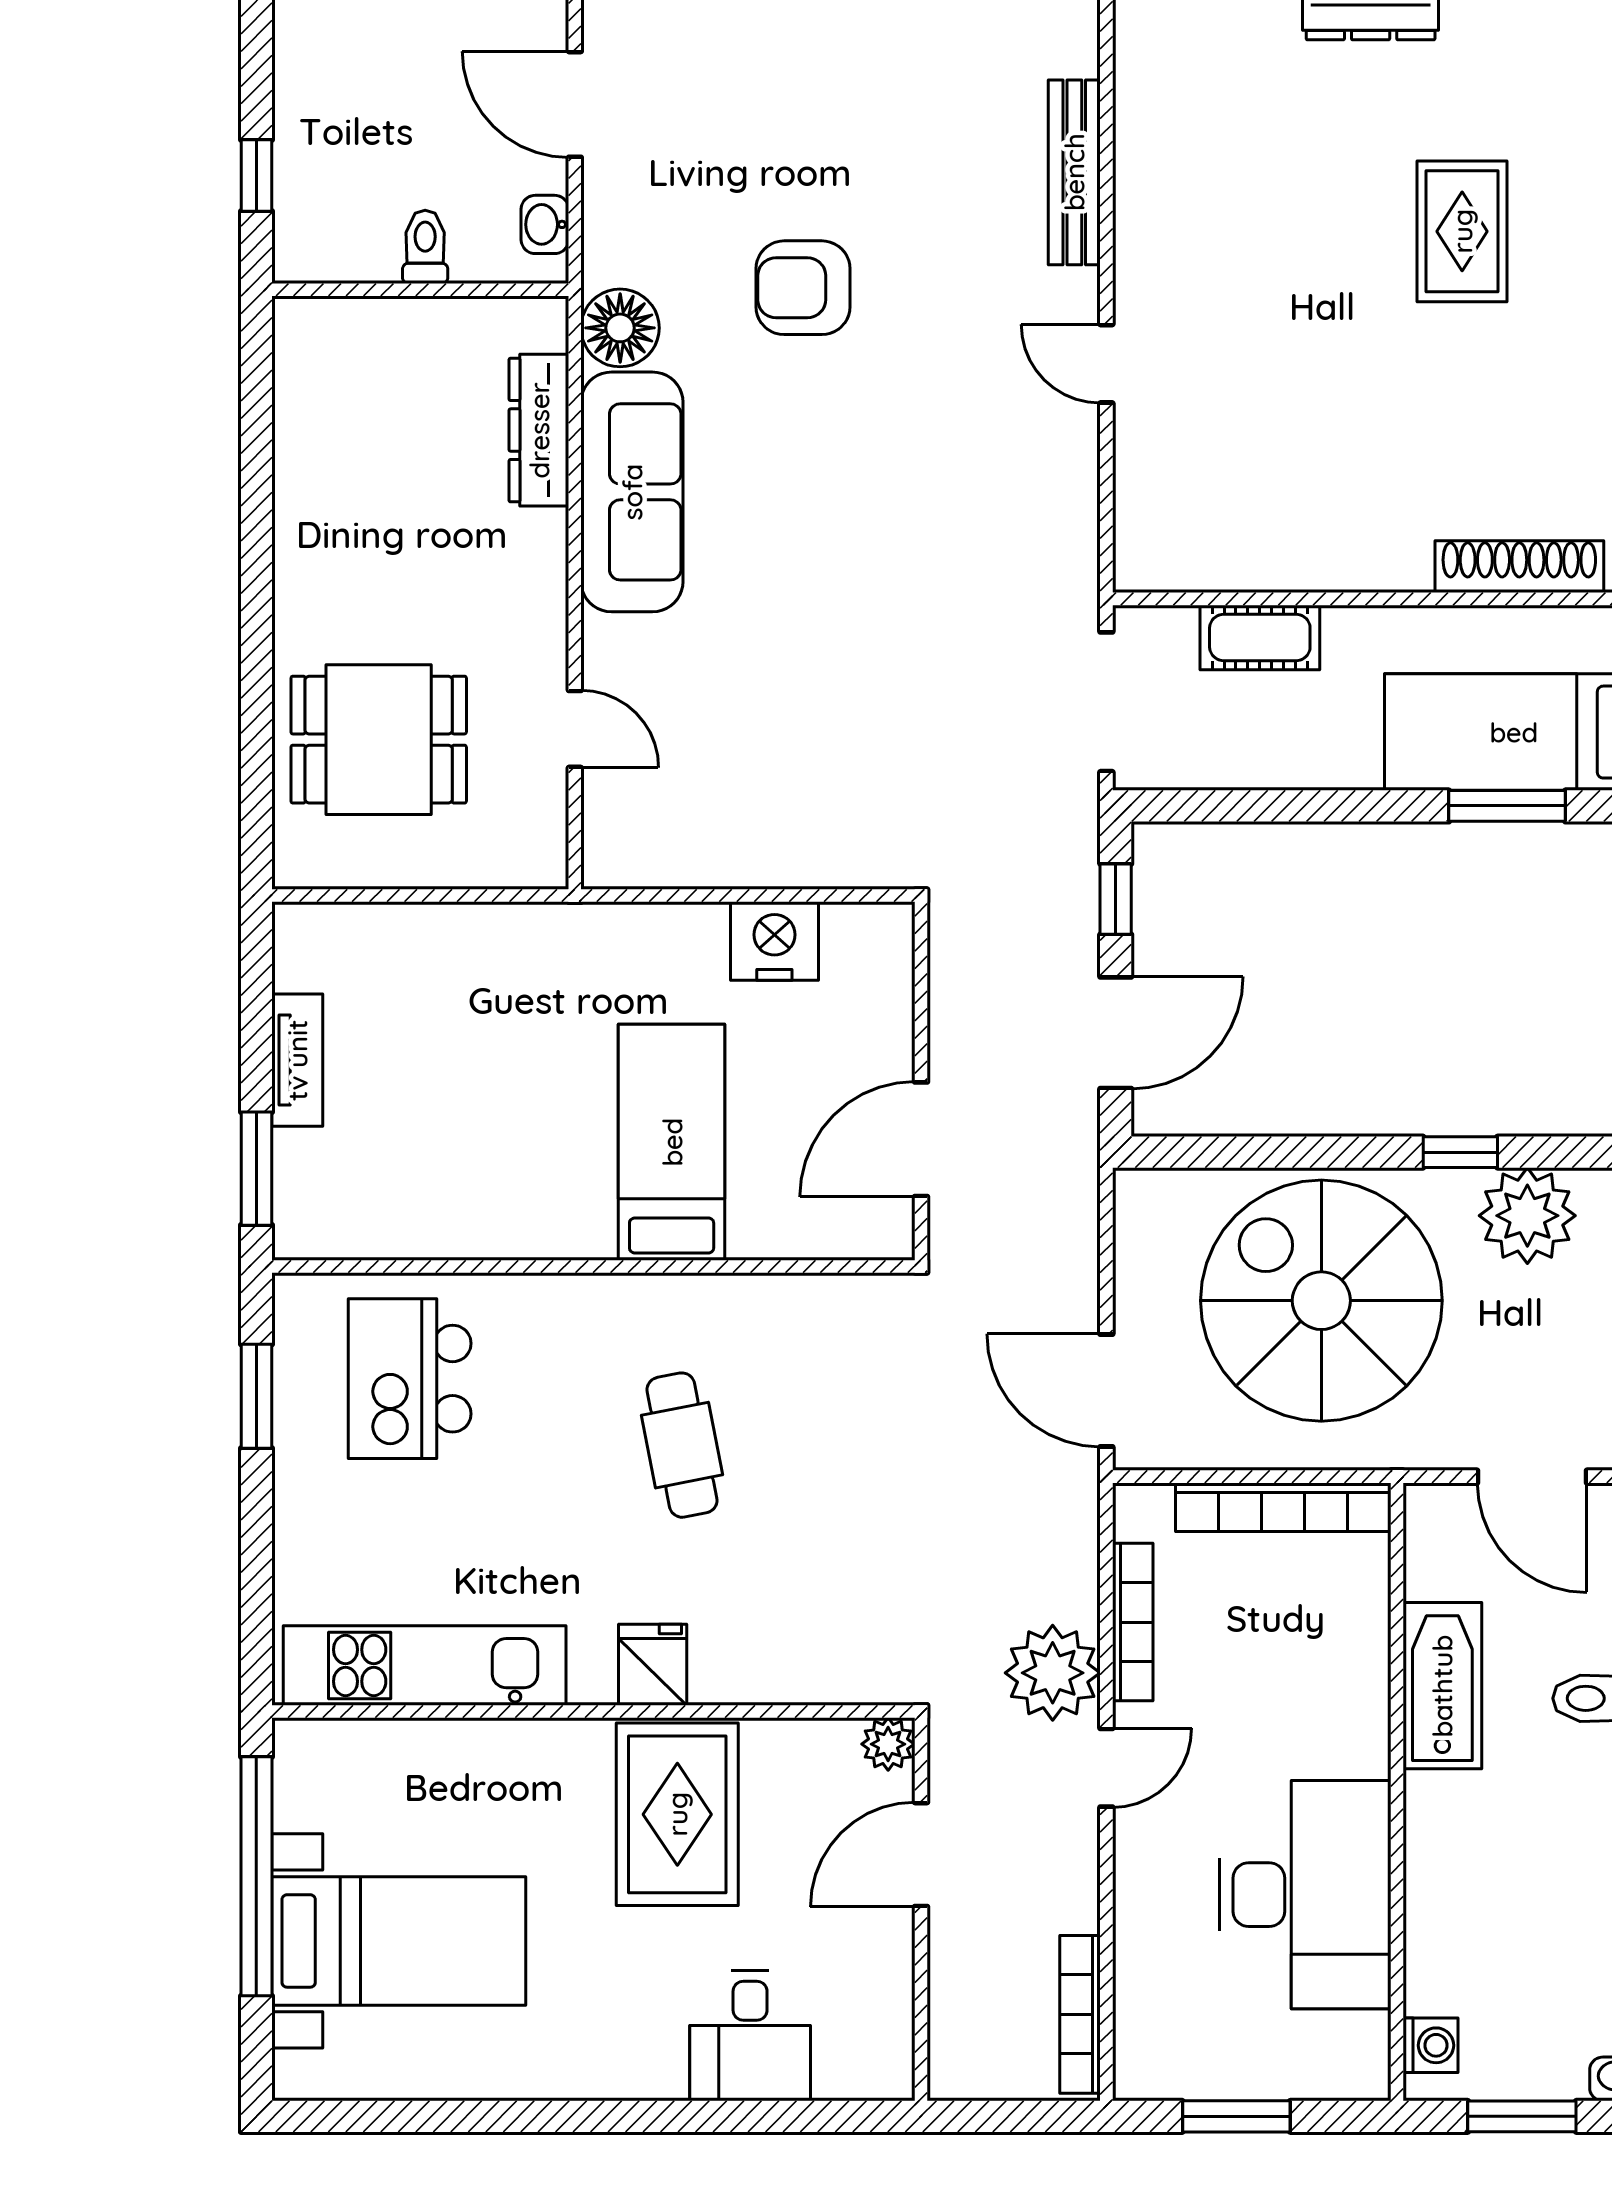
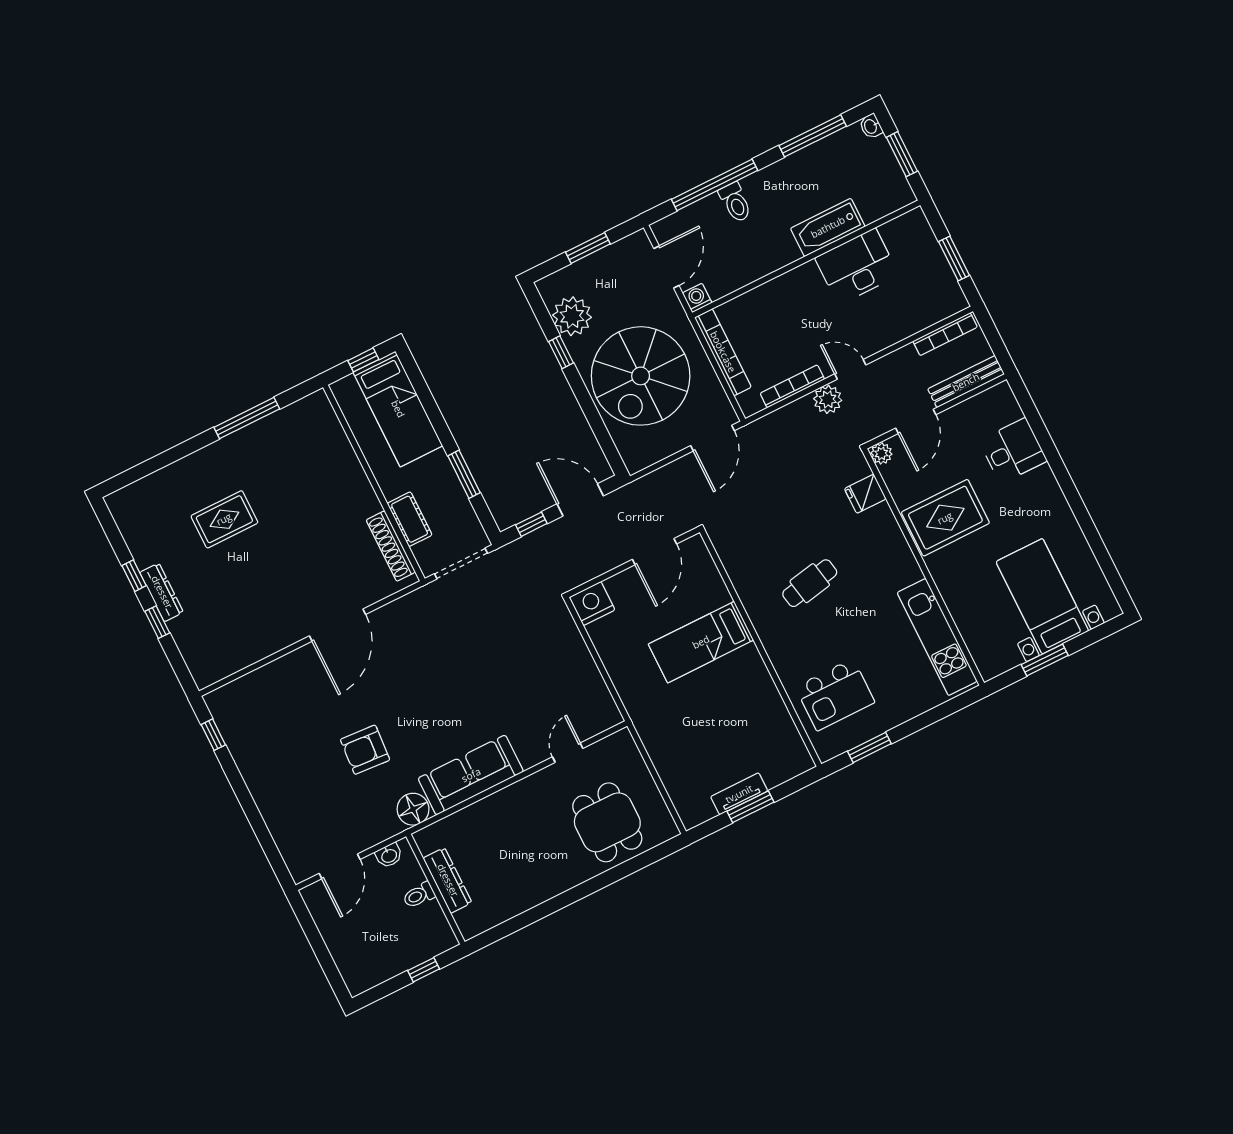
bench: (1074, 172) -> (966, 382), moved
armchair: (803, 288) -> (365, 750), turned 94
door: (1106, 364) -> (338, 625), width x1.88
dresser: (539, 430) -> (448, 880), moved, turned -90
shoe rack: (1519, 567) -> (391, 546), moved
window: (1507, 806) -> (464, 474), moved
nightstand: (774, 941) -> (592, 603), moved, turned 90
door: (921, 1139) -> (655, 552), hinge flipped
window: (256, 1169) -> (751, 807), moved
fridge: (653, 1665) -> (865, 494), moved
plant: (1053, 1673) -> (828, 399), width x0.73, depth x0.73
bathtub: (1442, 1686) -> (828, 227), moved
door: (921, 1855) -> (916, 421), hinge flipped
window: (256, 1876) -> (1045, 660), width x0.47
desk: (1305, 1895) -> (857, 267), width x0.73, depth x0.77
washing machine: (1431, 2045) -> (697, 298), moved

